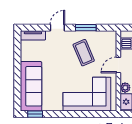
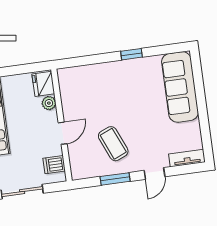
corner sofa: (87, 94) -> (101, 87), removed
window: (35, 114) -> (131, 54), moved

